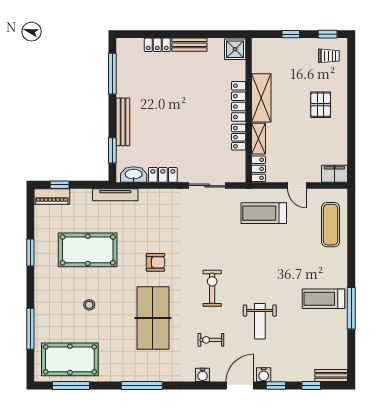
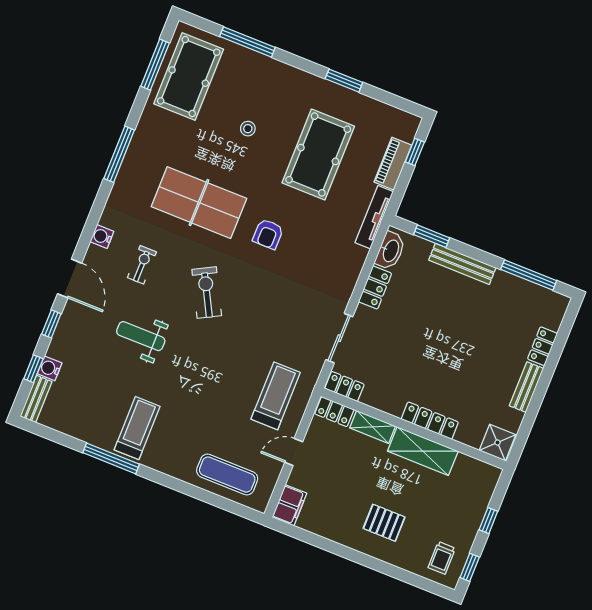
locker: (239, 137) -> (344, 386), moved
piano: (52, 196) -> (393, 164), moved
exercise bike: (212, 288) -> (207, 293), turned -118
water cooler: (264, 375) -> (50, 368), moved

